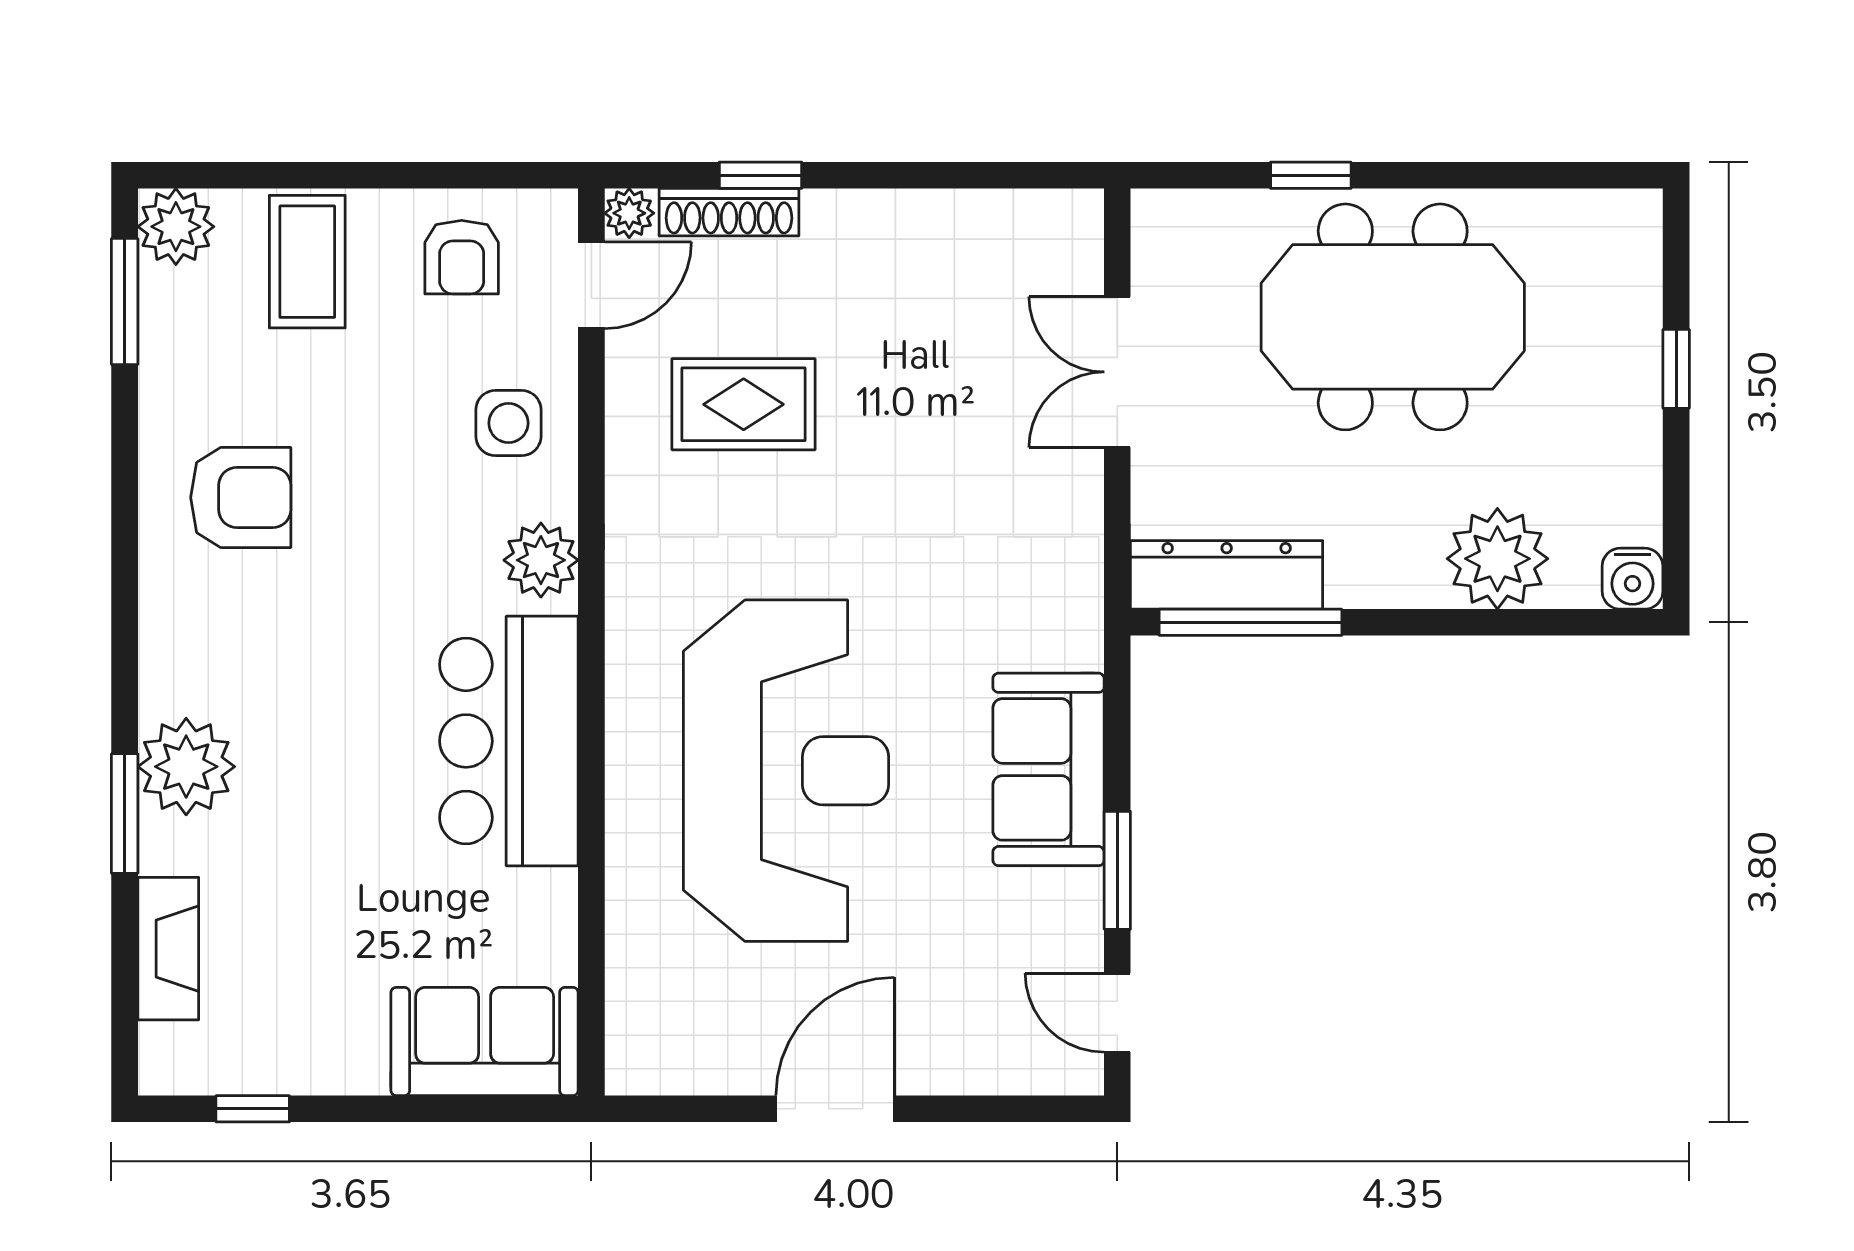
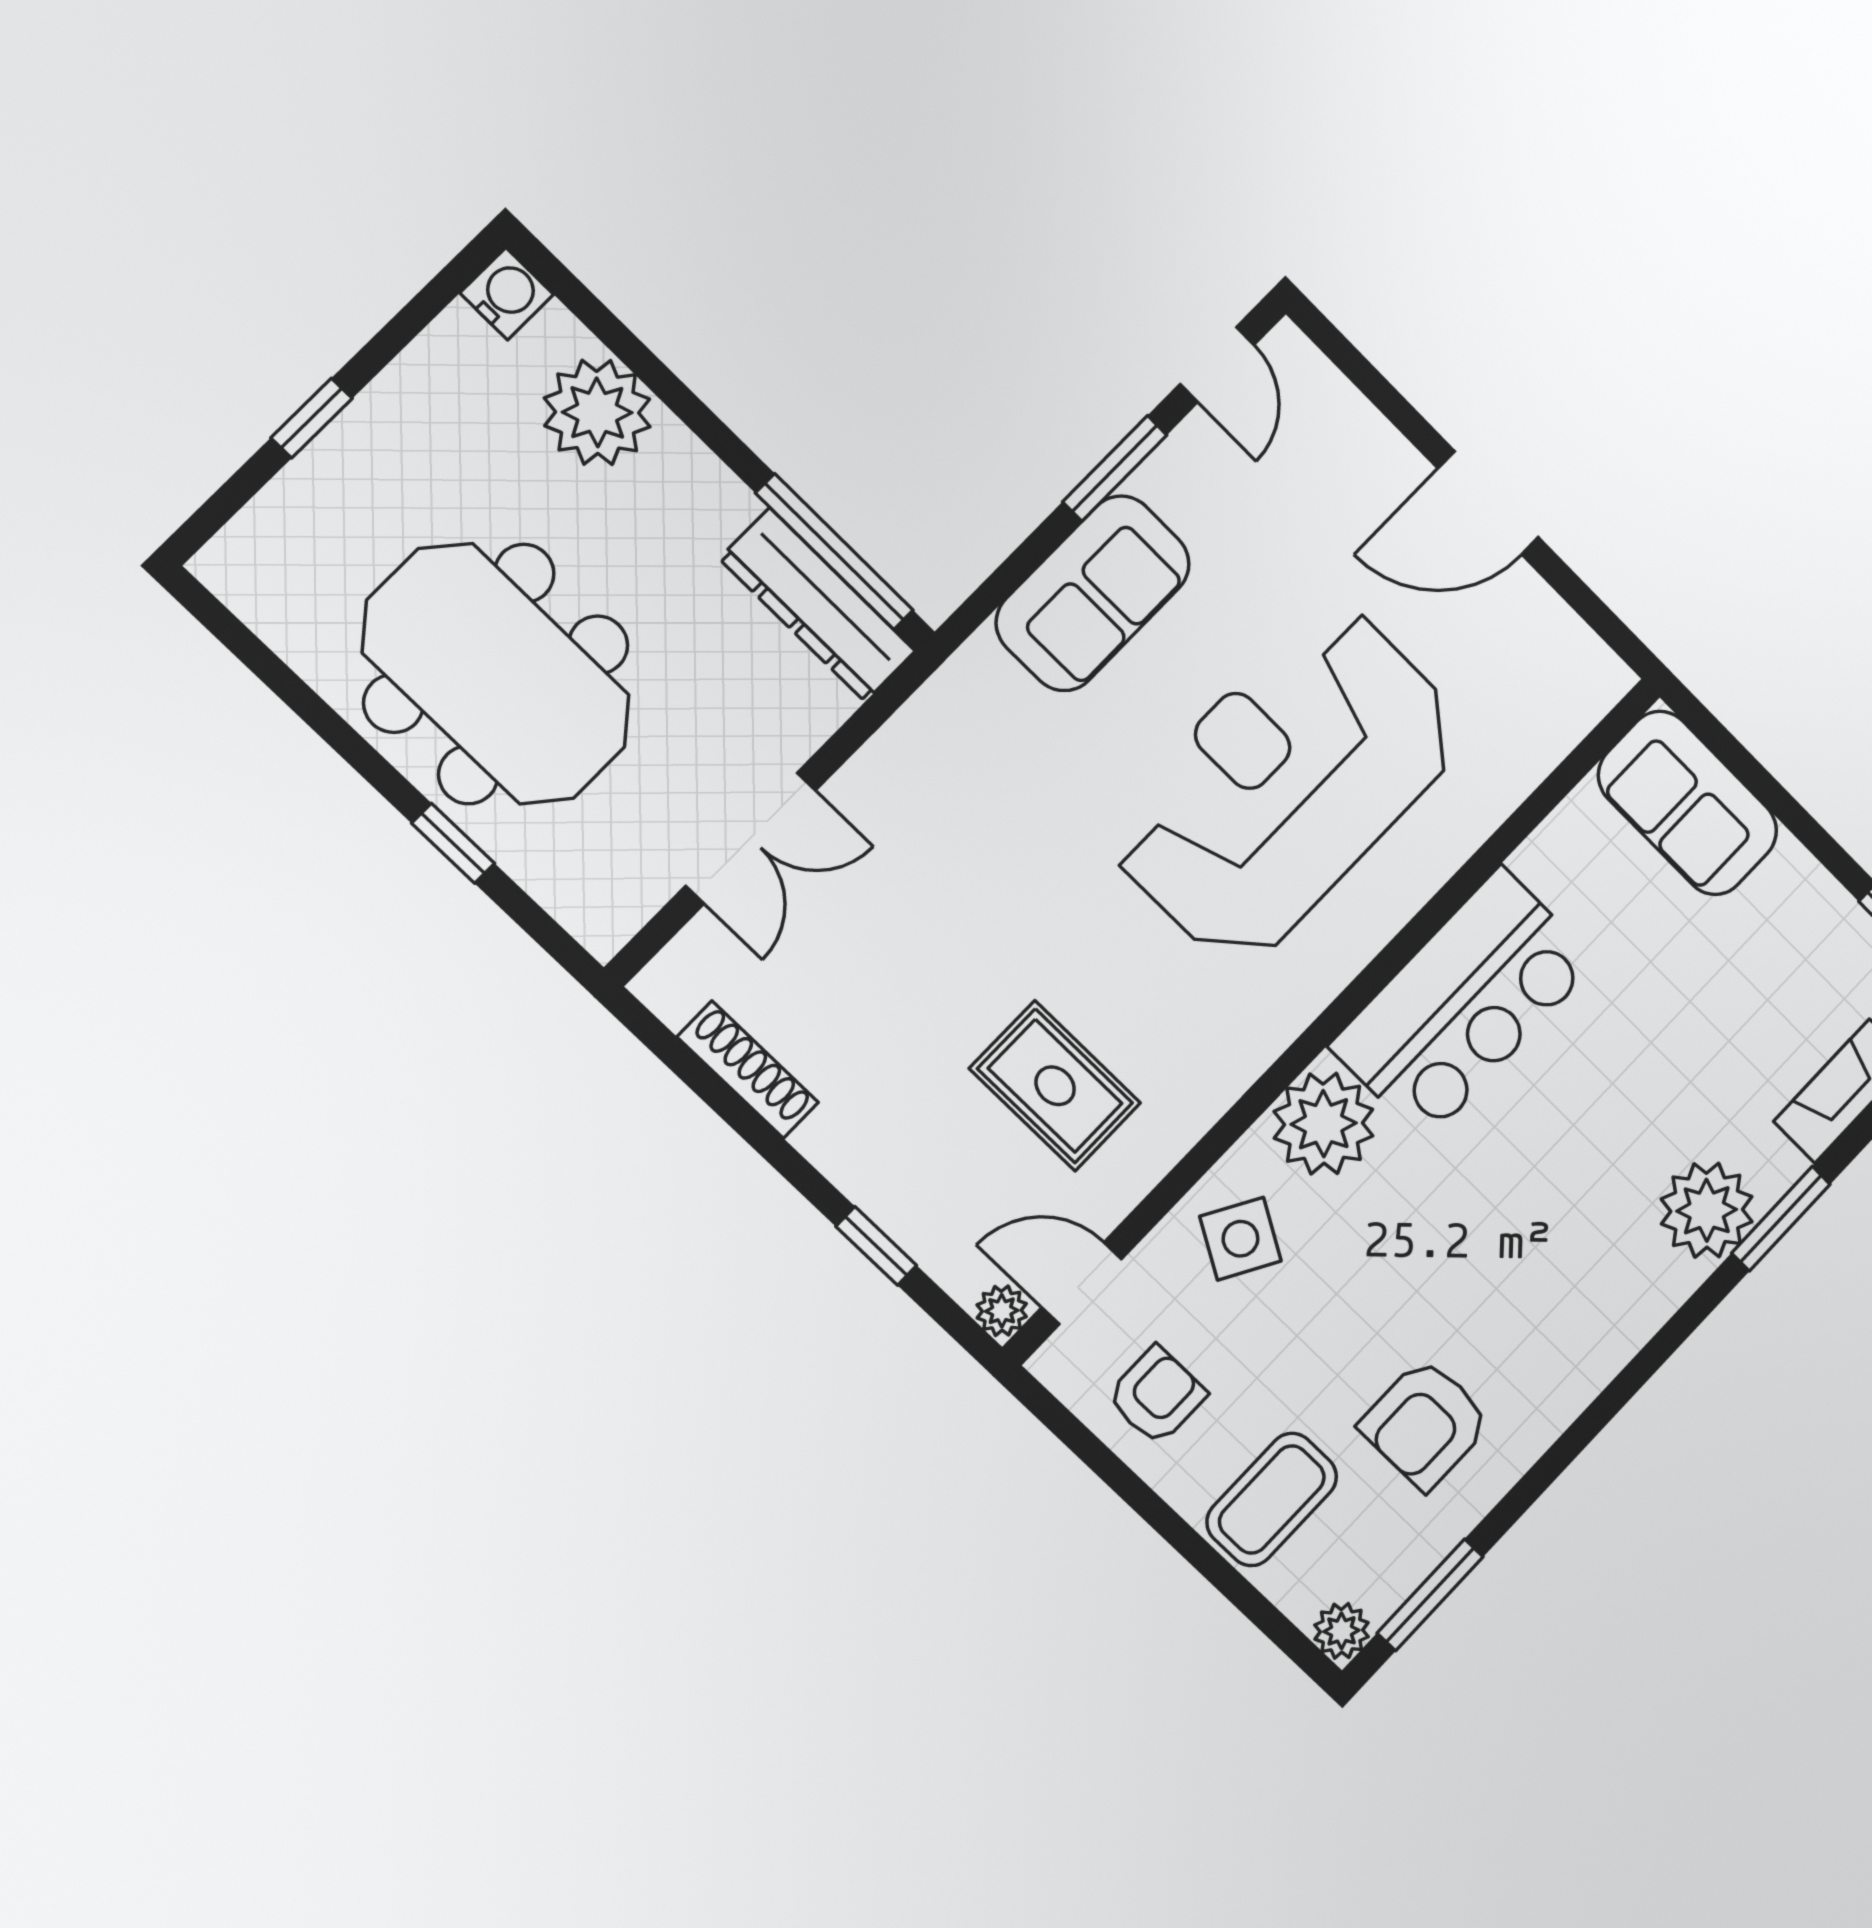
shoe rack: (729, 212) -> (748, 1070), moved
plant: (176, 227) -> (1341, 1631), width x0.73, depth x0.73
side table: (508, 423) -> (1240, 1239), turned 30
armchair: (241, 497) -> (1425, 1424), moved, turned -90
plant: (541, 560) -> (1324, 1124), width x1.36, depth x1.36

